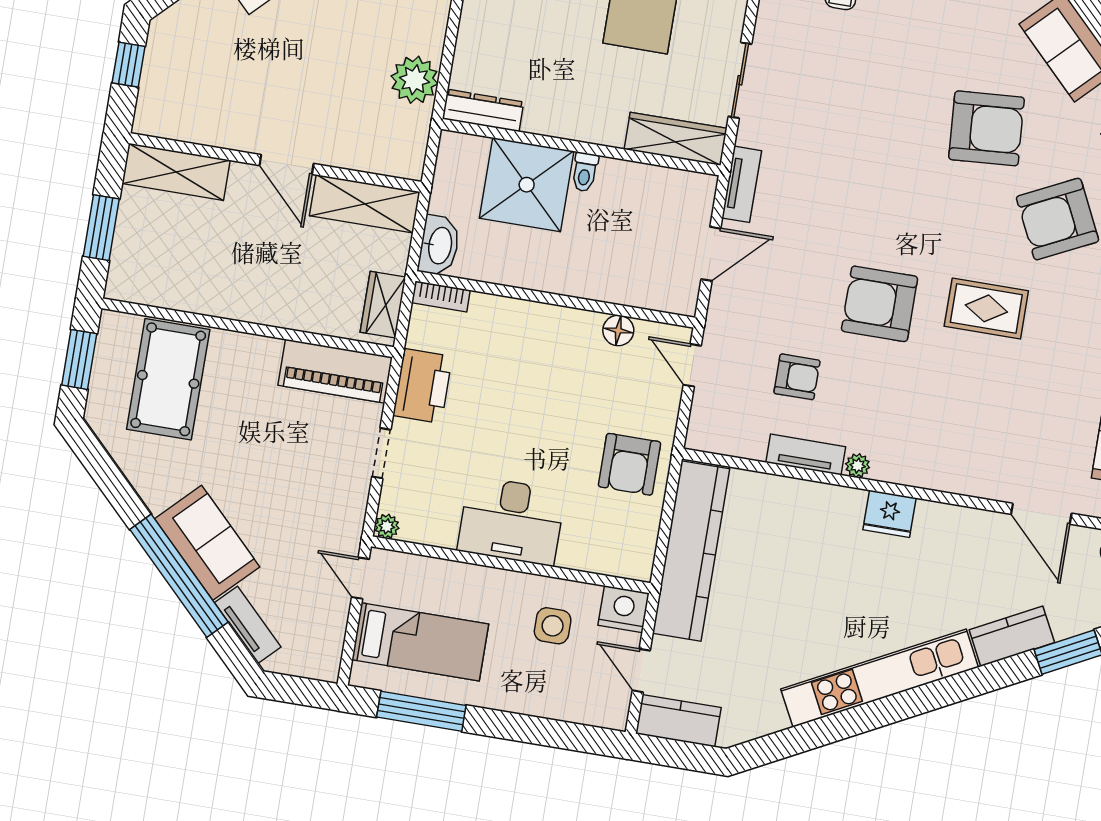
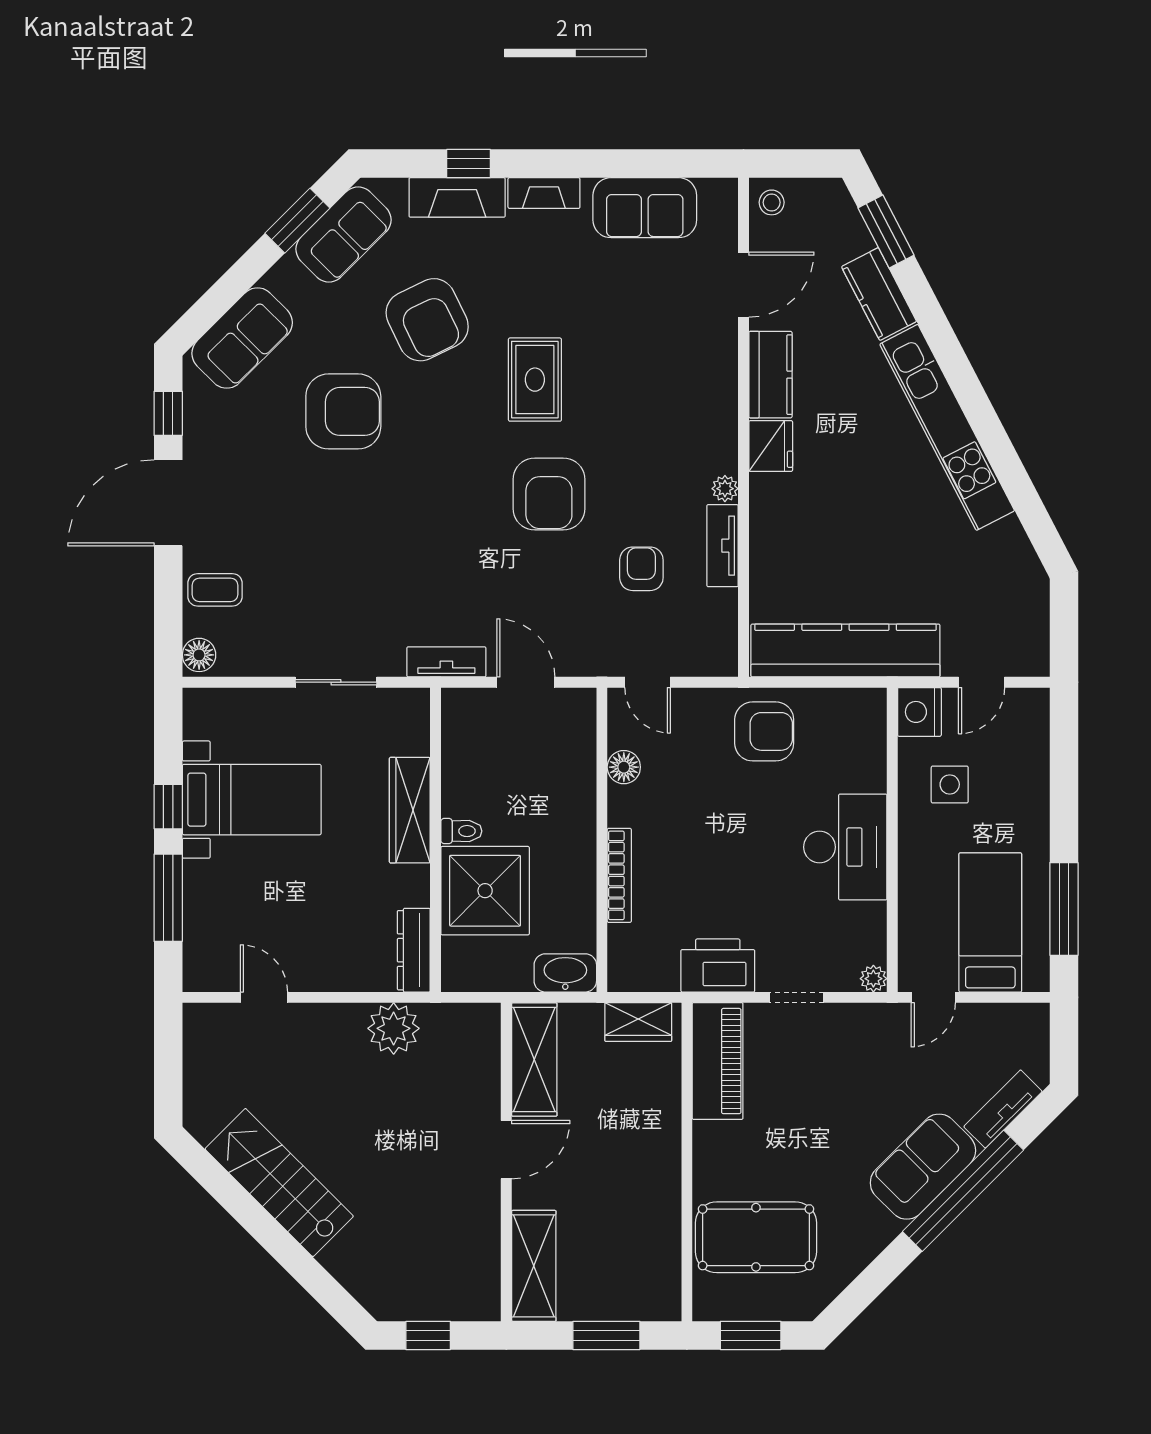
armchair: (987, 128) -> (343, 411), turned 94
wardrobe: (676, 139) -> (410, 810), moved
bookcase: (441, 296) -> (619, 875), moved, width x1.56
door: (692, 365) -> (648, 682), hinge flipped
kitchen counter: (678, 721) -> (770, 375), moved, turned 180

